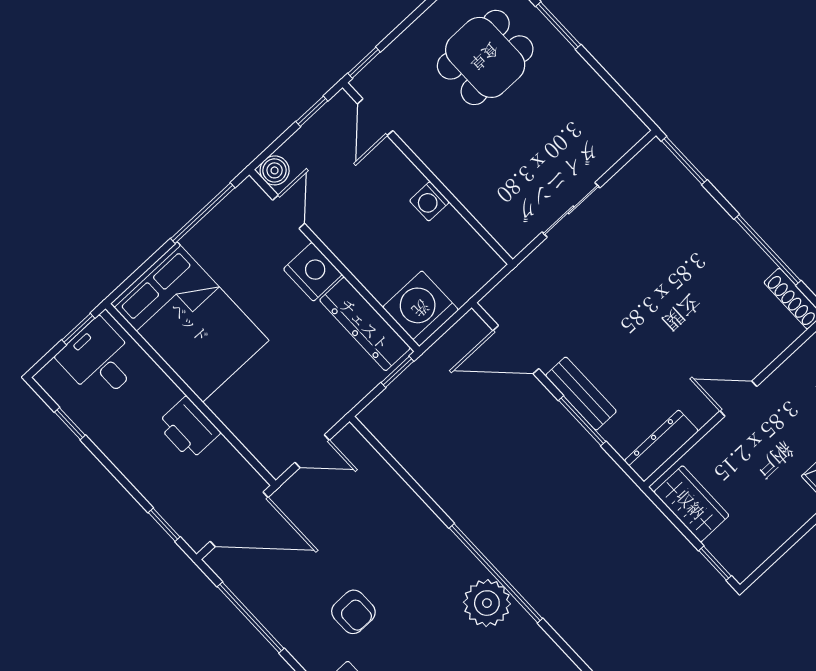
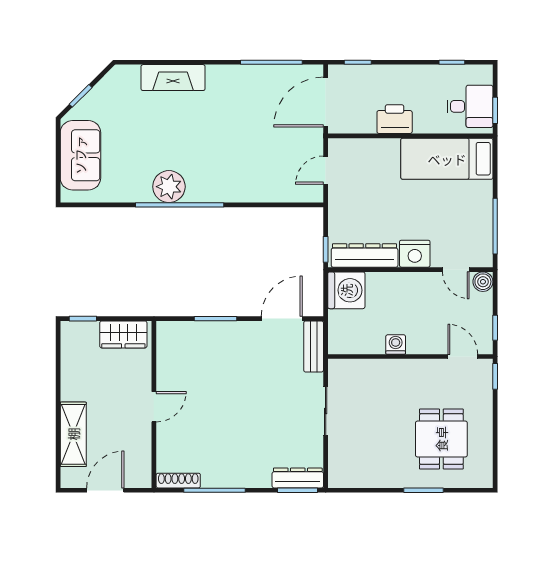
bed: (190, 322) -> (447, 159), width x0.67
bench: (581, 394) -> (314, 346), moved, turned 90
dresser: (661, 446) -> (298, 478), moved, turned -90
armchair: (353, 612) -> (227, 116), removed

